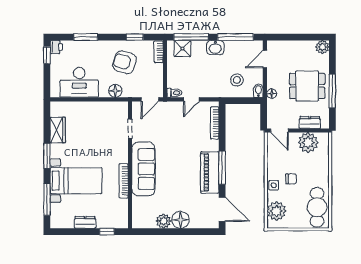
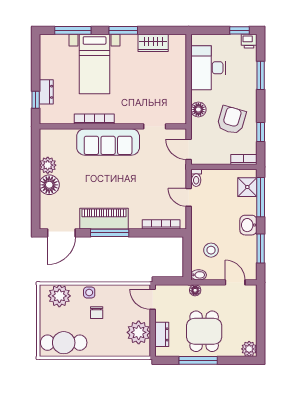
window: (236, 37) -> (261, 248), width x0.69
door: (279, 130) -> (153, 299), hinge flipped
dresser: (85, 222) -> (46, 92), moved

